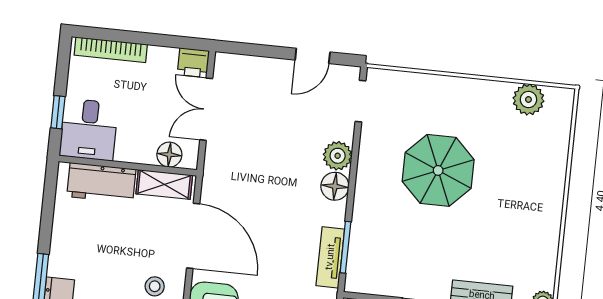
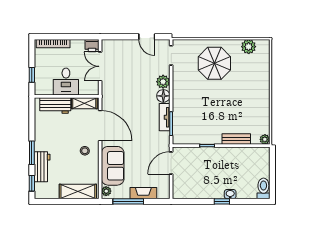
door: (313, 56) -> (147, 37), hinge flipped
desk: (89, 130) -> (66, 81), moved
floor lamp: (169, 155) -> (85, 89), removed
parasol: (438, 170) -> (214, 63), moved
tv unit: (330, 257) -> (165, 117), moved

